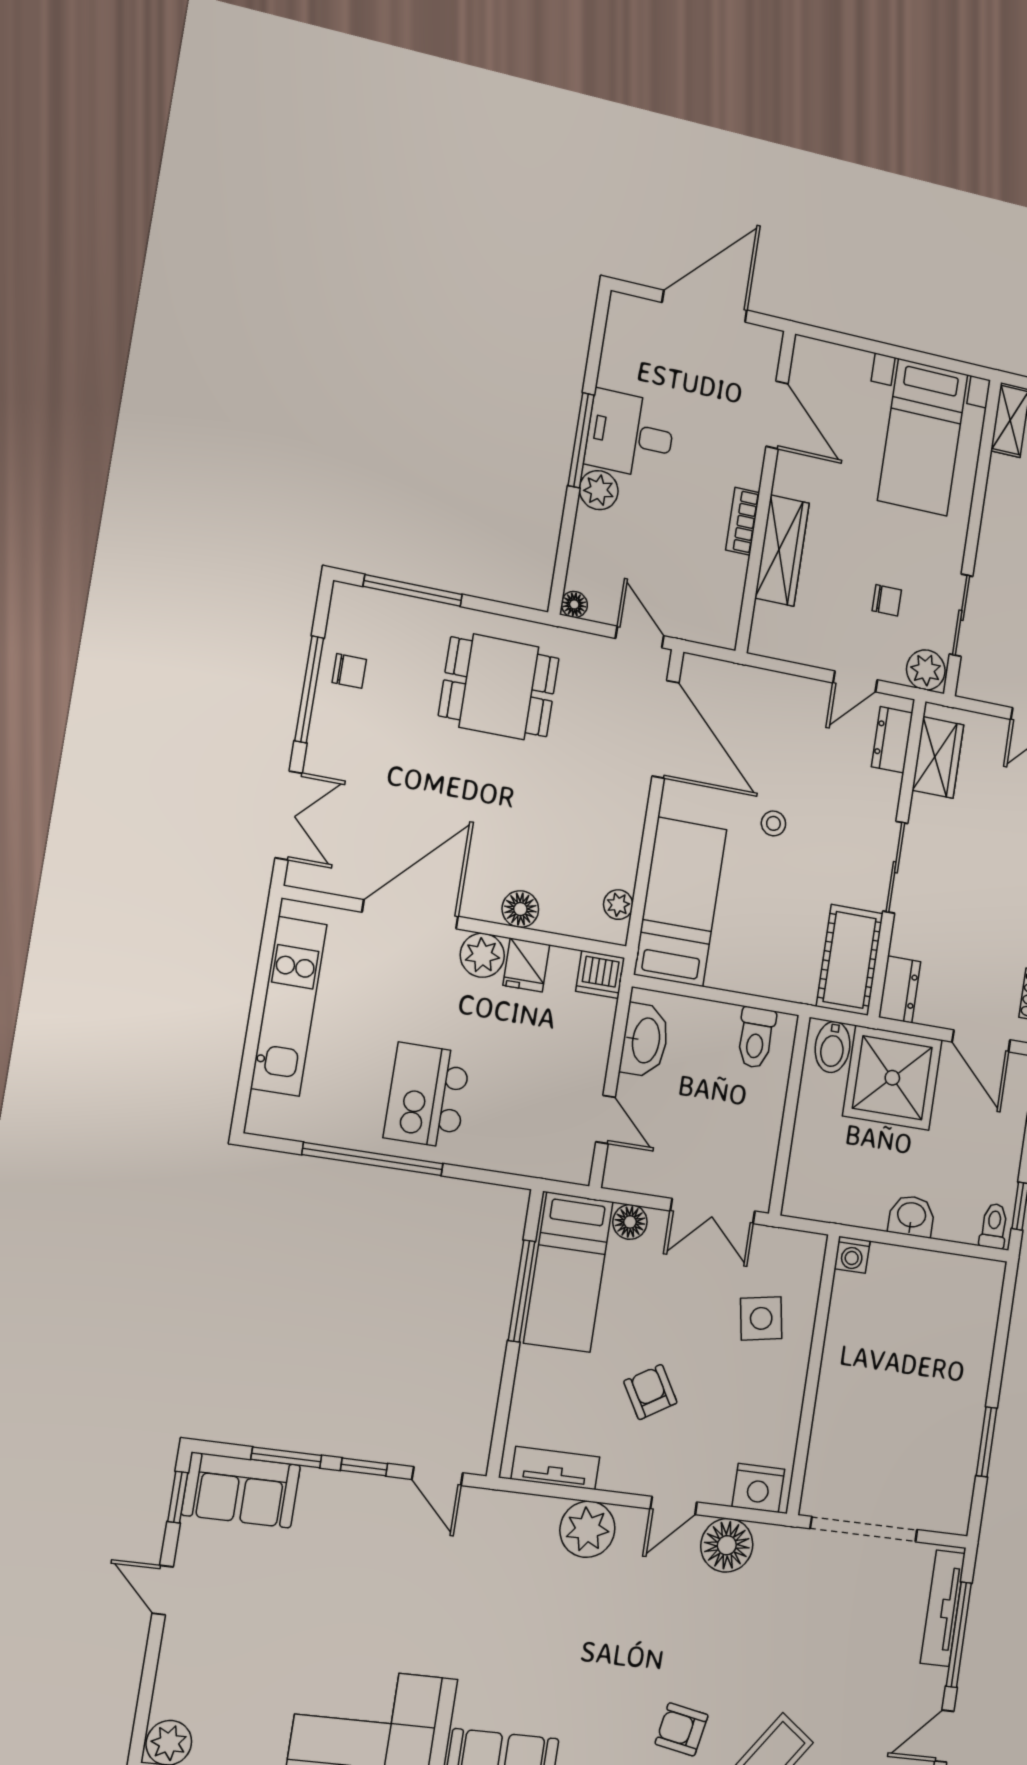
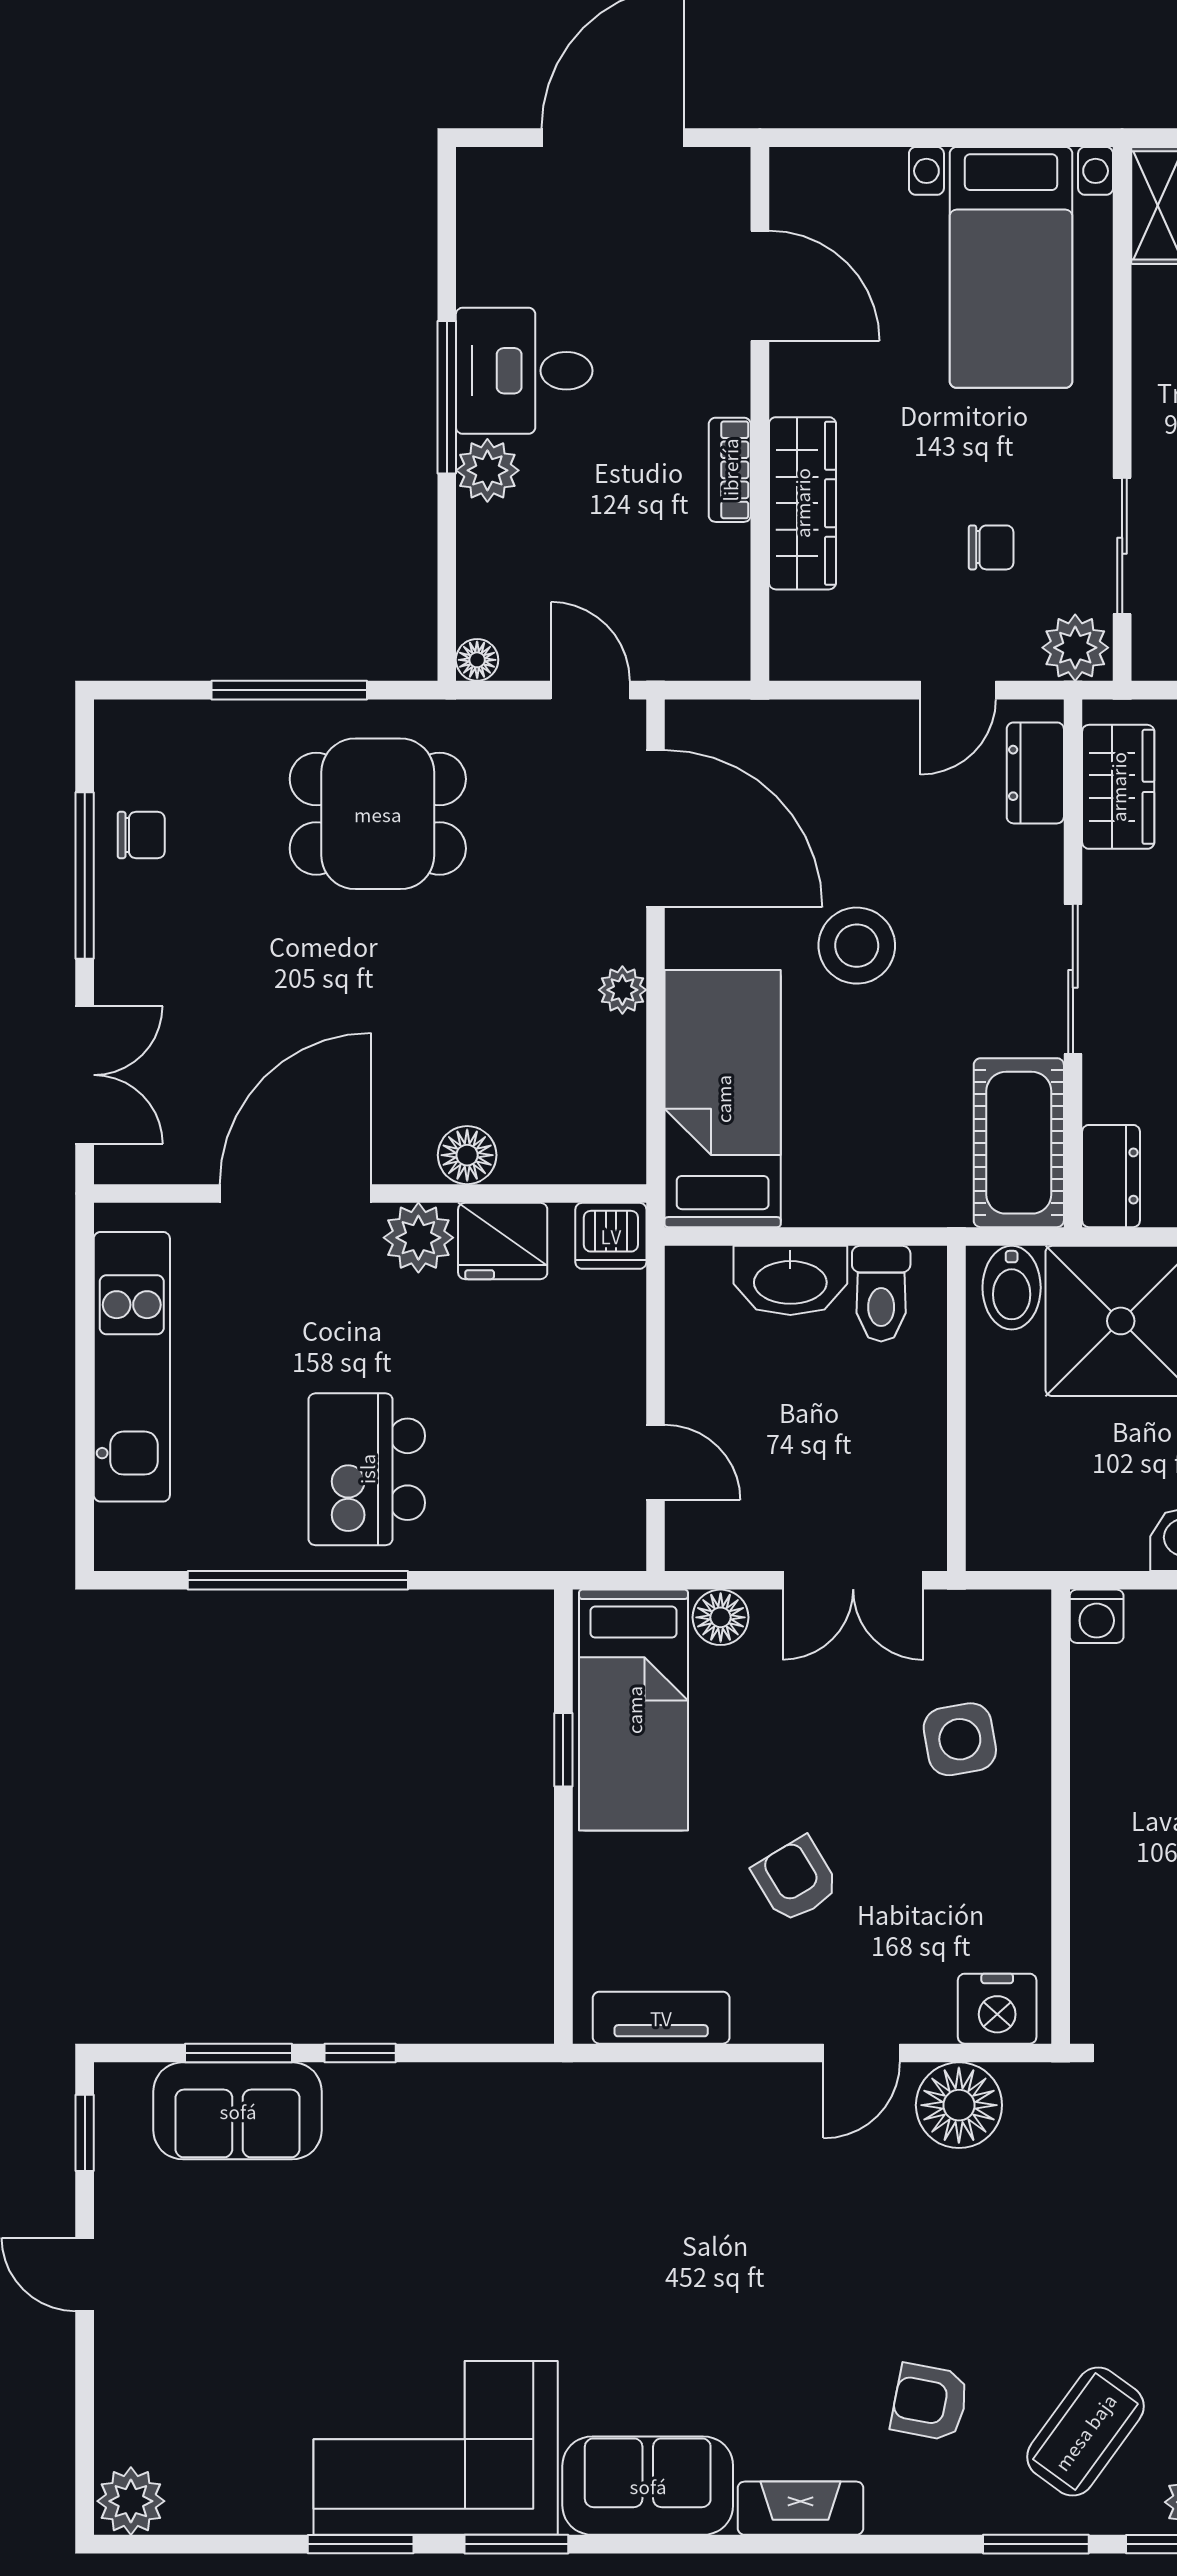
window: (413, 590) -> (289, 690), moved
stool: (773, 823) -> (857, 946), width x1.89, depth x1.89
plant: (618, 905) -> (622, 990), moved
fridge: (526, 965) -> (503, 1241), width x1.38
washbasin: (645, 1040) -> (790, 1280), moved, turned 90
window: (522, 1291) -> (563, 1750), width x0.46
door: (437, 1476) -> (476, 2053), removed
sofa: (241, 1490) -> (238, 2111), moved
plant: (587, 1529) -> (728, 2107), removed

